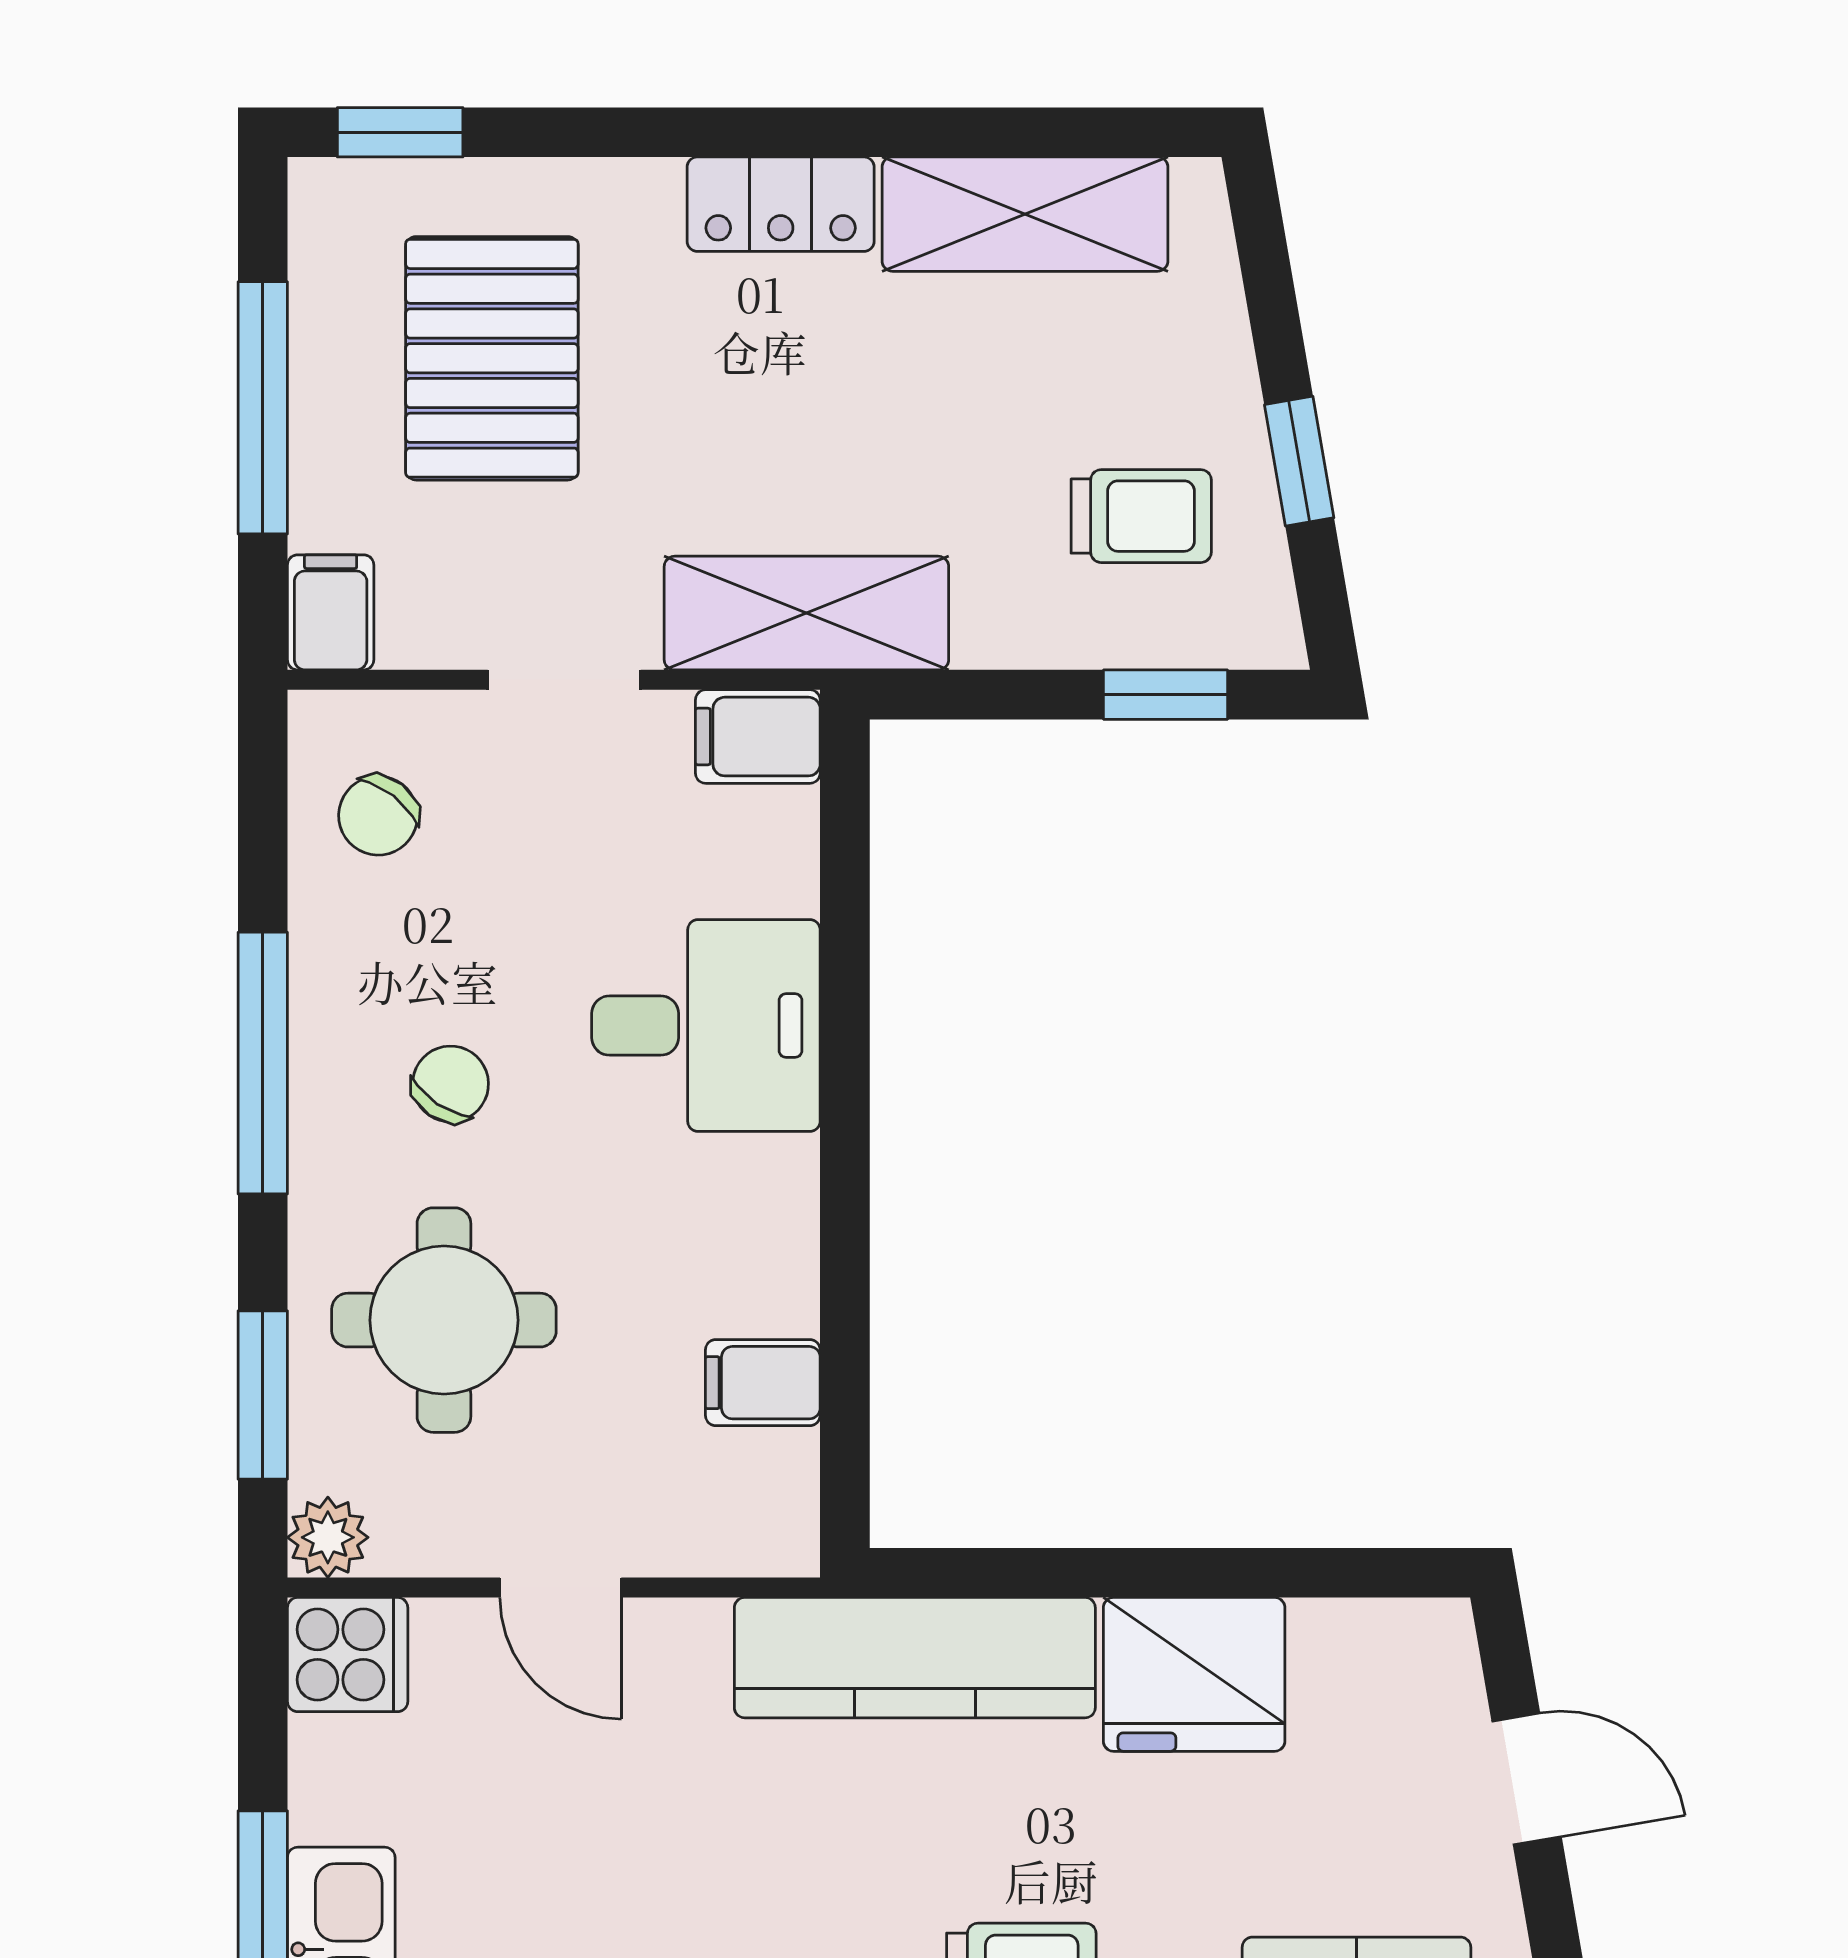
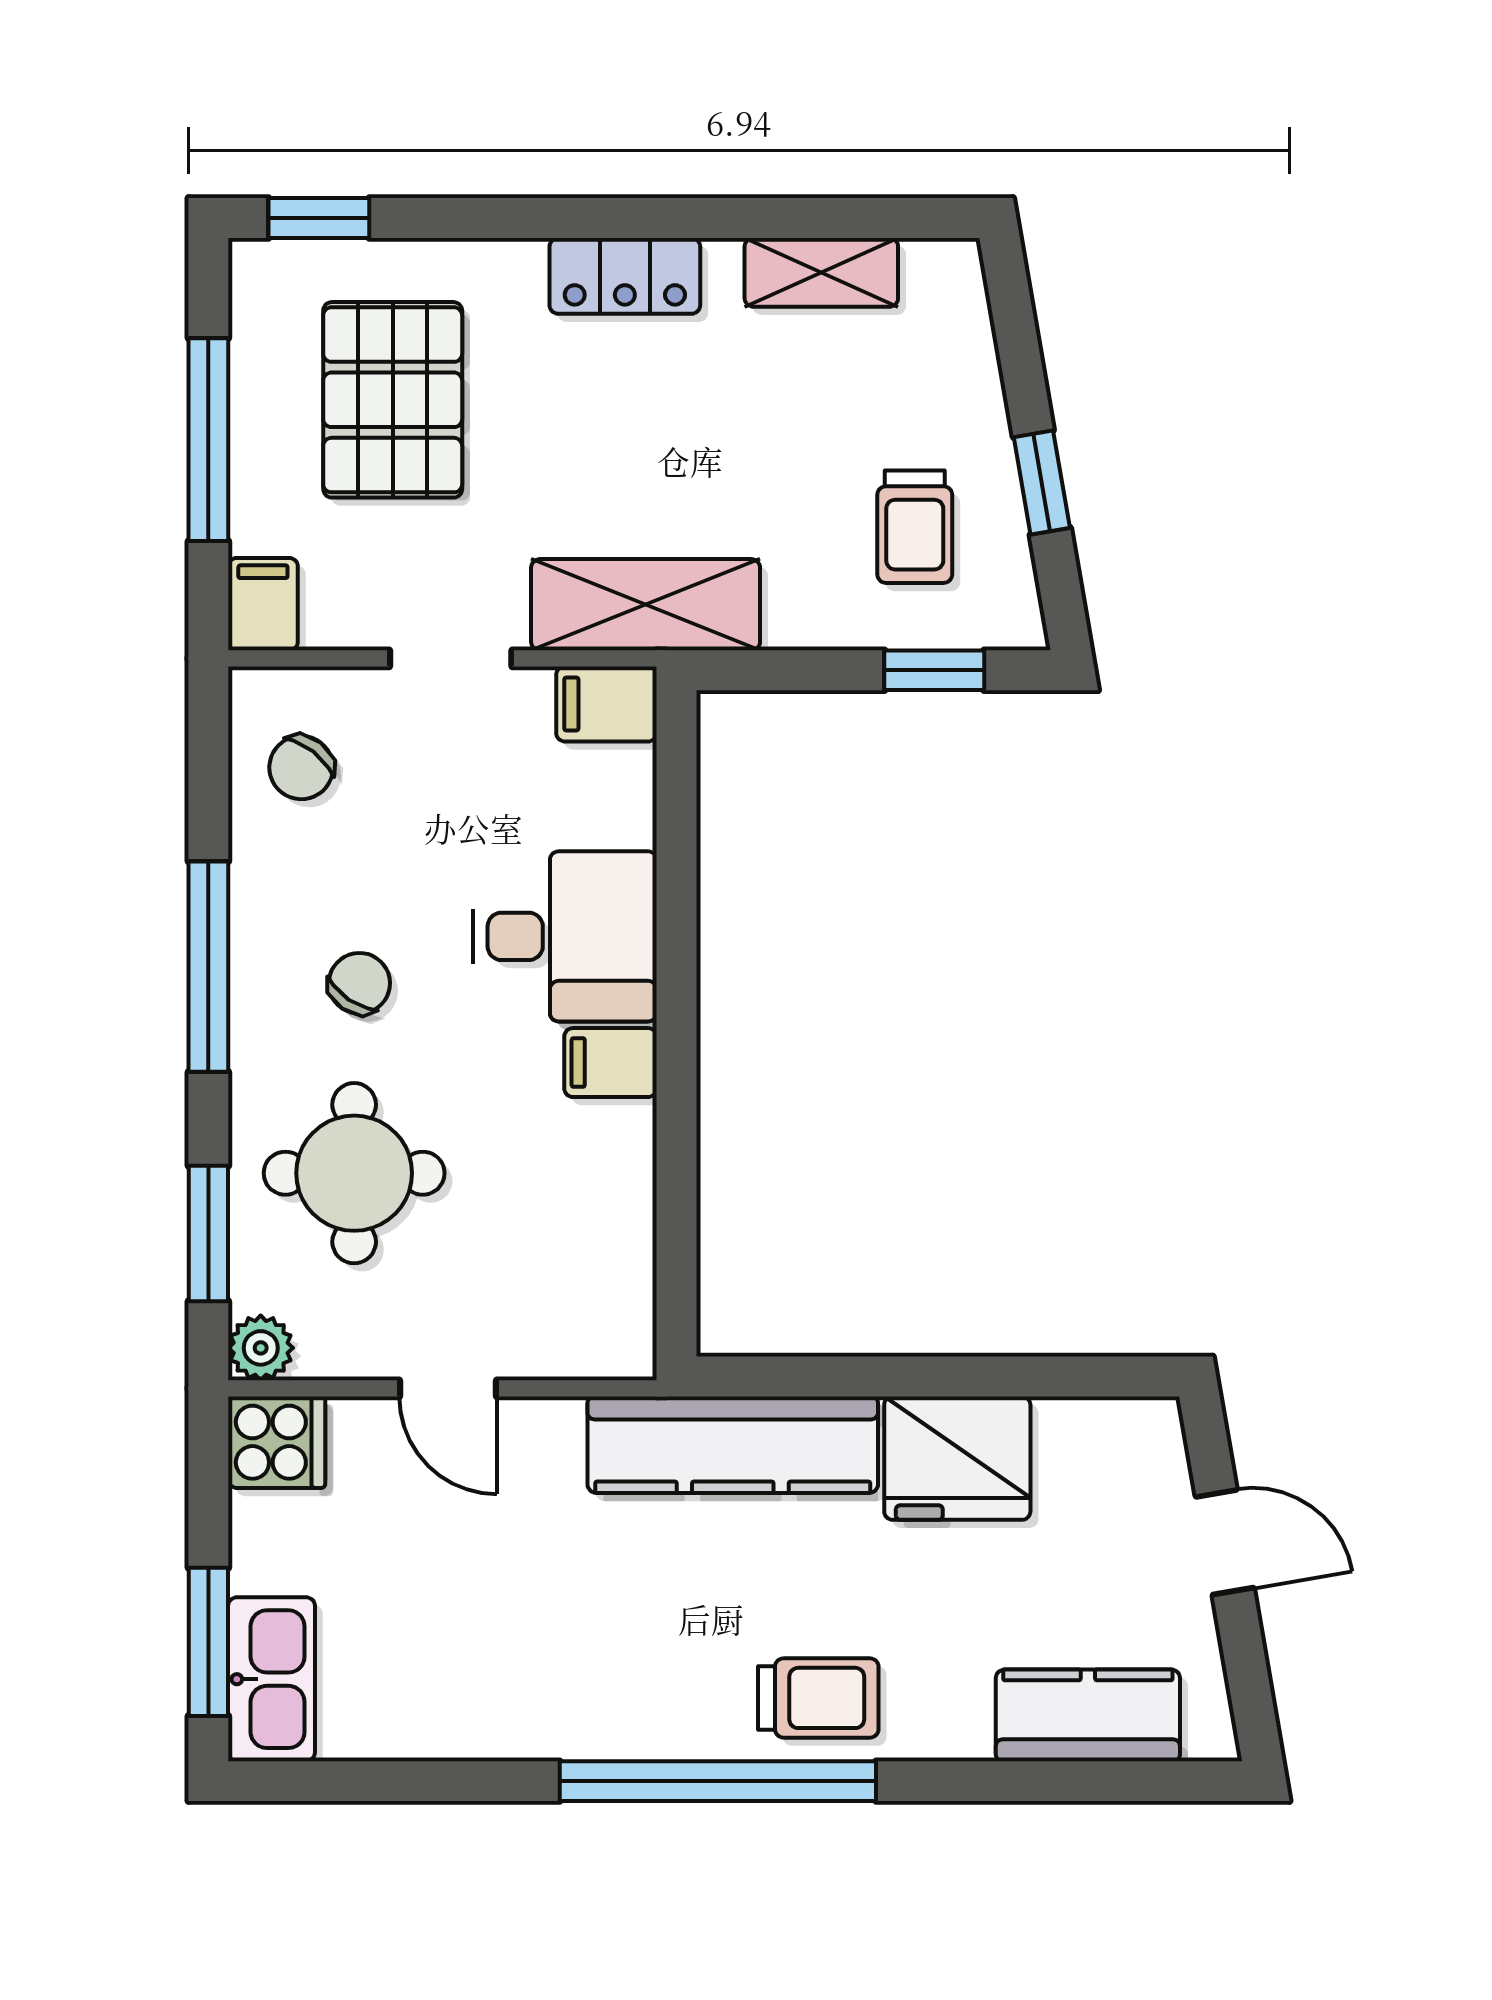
shelving: (1025, 214) -> (821, 272), width x0.67, depth x0.75
trolley: (1141, 516) -> (915, 527), turned 90
filing cabinet: (763, 1383) -> (611, 1063), moved

